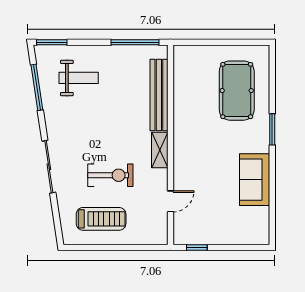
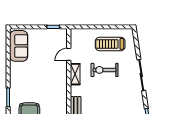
shelving: (160, 150) -> (75, 74), moved
sofa: (255, 180) -> (19, 46), moved

